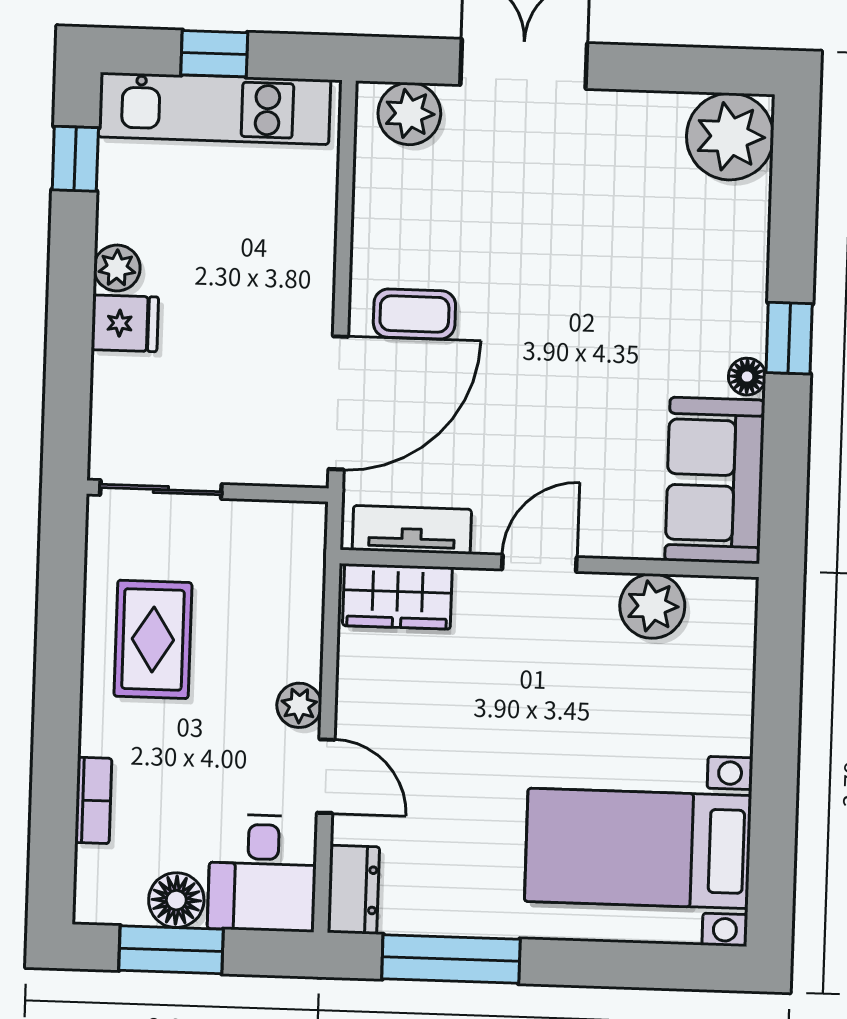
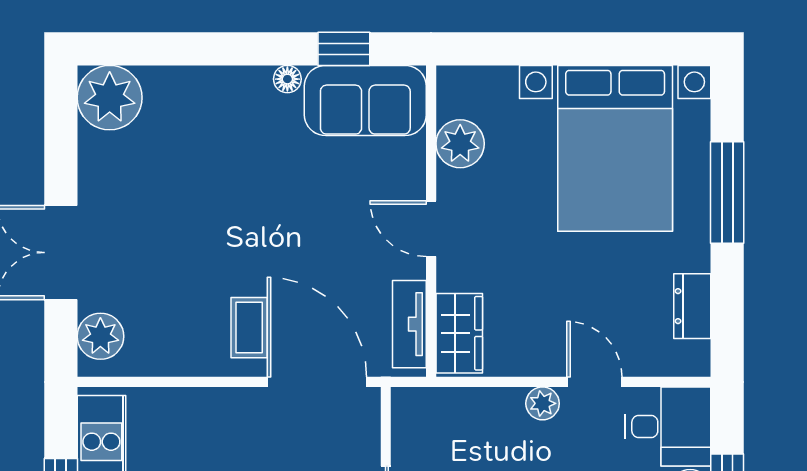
window: (789, 338) -> (344, 49), moved
door: (326, 776) -> (594, 382), hinge flipped
bed with nightstands: (638, 848) -> (615, 148), width x1.36
dresser: (353, 890) -> (692, 306), moved, turned -90
window: (451, 959) -> (727, 193), moved

